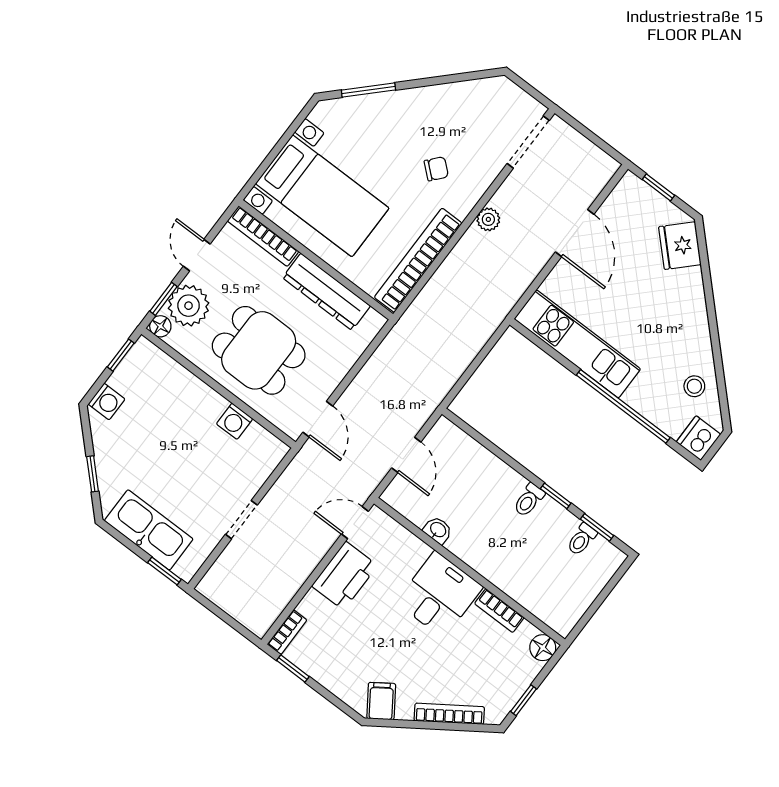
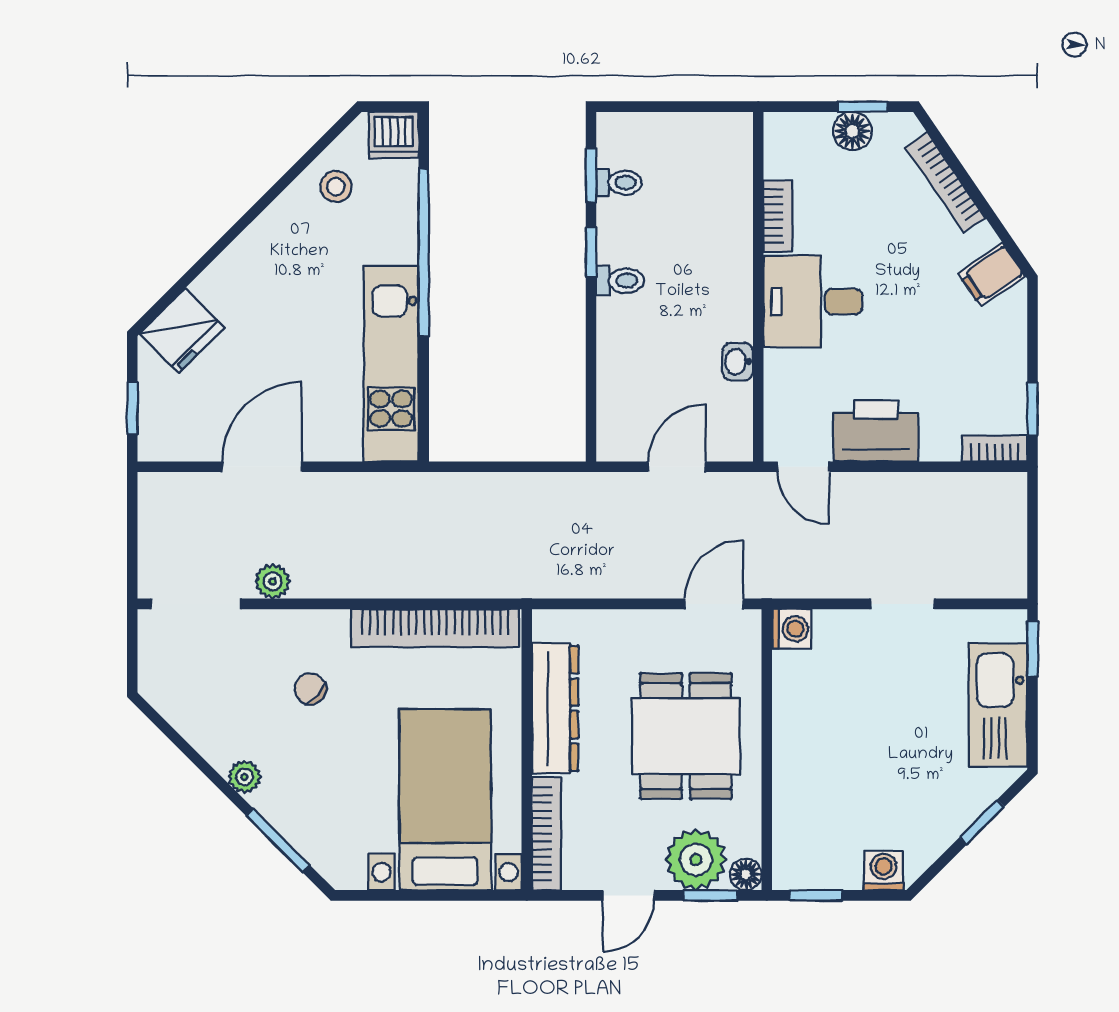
plant: (416, 98) -> (244, 777), added
plant: (488, 219) -> (273, 581), moved
washing machine: (235, 421) -> (792, 629), moved
floor lamp: (543, 648) -> (852, 131), moved

